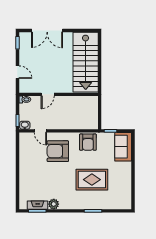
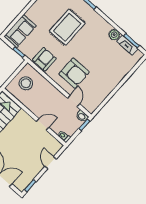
stool: (86, 113) -> (26, 83), added
rug: (92, 180) -> (67, 27), turned 90

